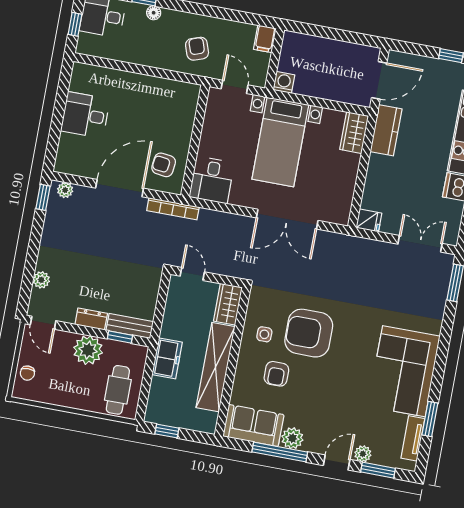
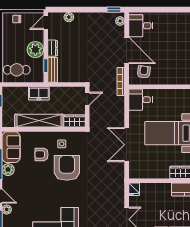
desk: (85, 115) -> (141, 26), moved, turned -90

